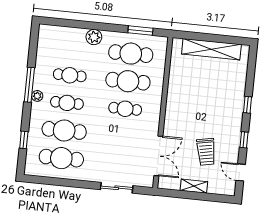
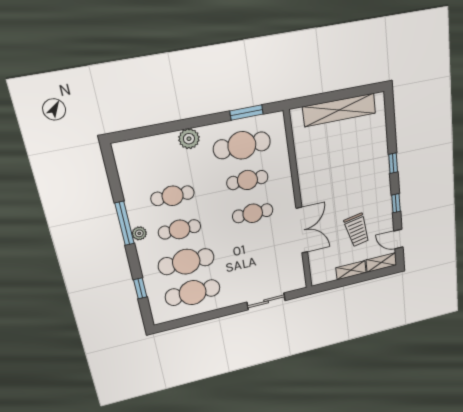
cafe table: (128, 81) -> (247, 180), width x0.73, depth x0.74
double door: (158, 156) -> (302, 230), moved
shelving: (222, 189) -> (381, 263), added

